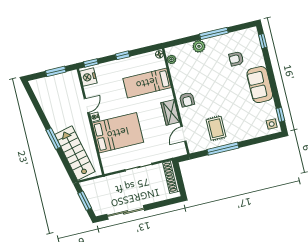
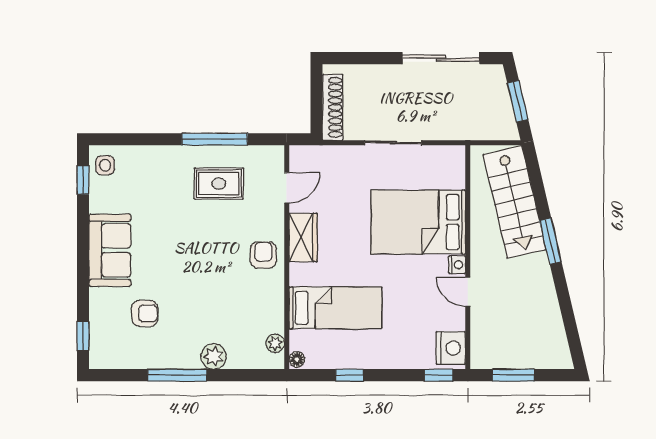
window: (123, 55) -> (350, 375), moved
door: (87, 106) -> (468, 292), hinge flipped
rug: (216, 128) -> (219, 184), turned 90

